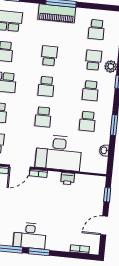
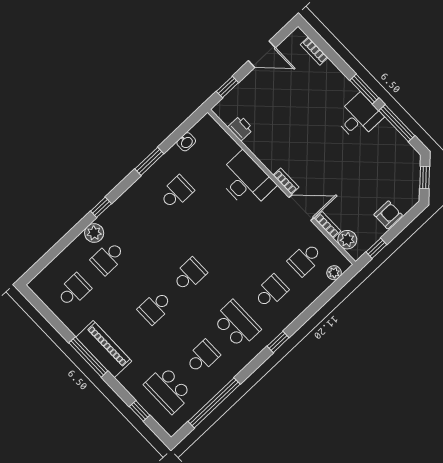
school desk: (90, 91) -> (142, 225), removed
school desk: (43, 117) -> (224, 242), removed
desk: (59, 153) -> (246, 181), width x0.73, depth x0.77
printer: (68, 179) -> (240, 128), moved
desk: (30, 236) -> (359, 117), width x0.73

